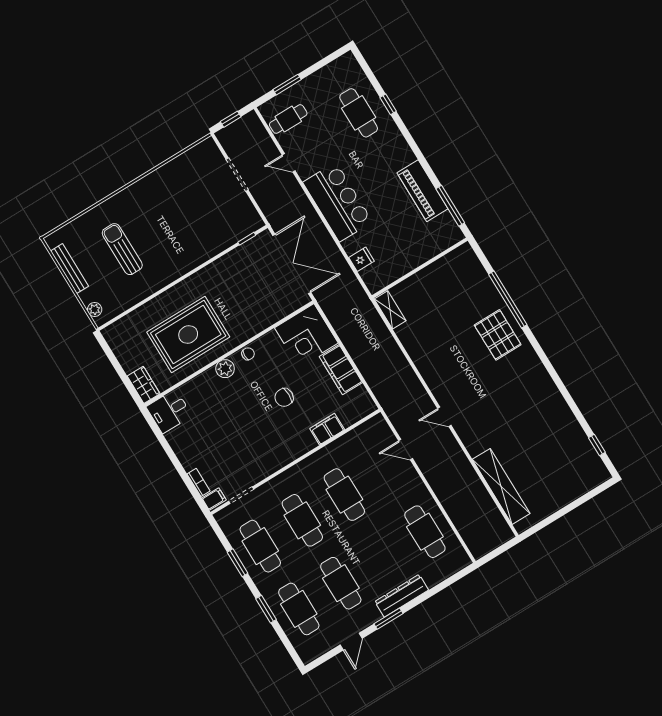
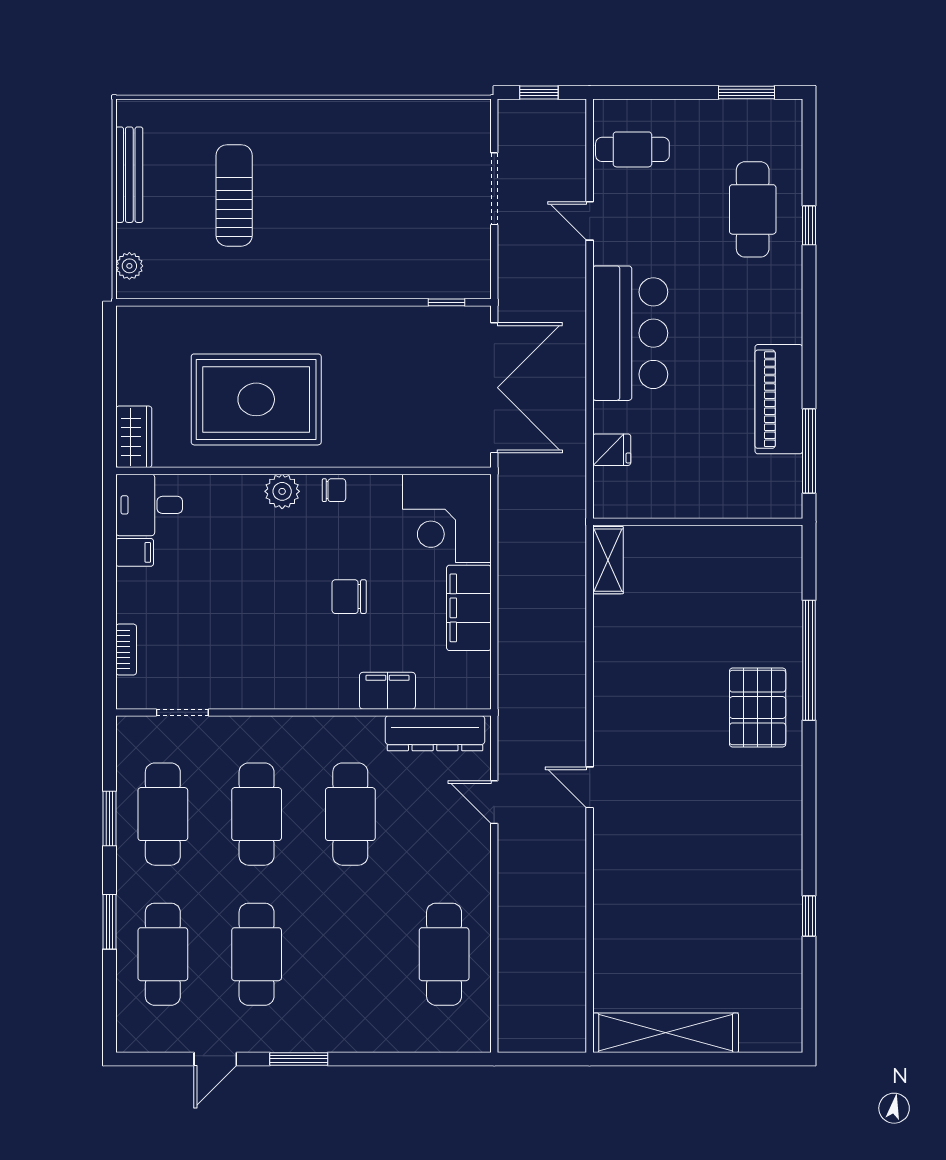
window: (287, 85) -> (746, 93), moved
window: (597, 445) -> (809, 916), moved
shelving: (501, 486) -> (666, 1033), moved, turned 90
filing cabinet: (214, 499) -> (135, 552), moved
dresser: (402, 596) -> (435, 733), moved, turned 180

